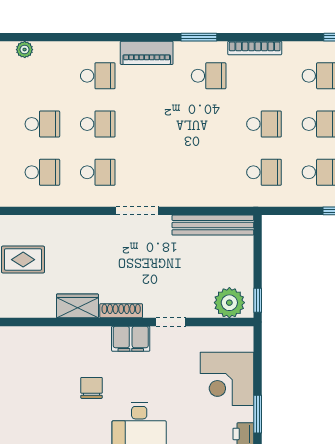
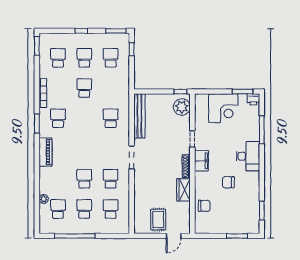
plant: (25, 50) -> (44, 199), moved
school desk: (98, 76) -> (58, 209), moved
school desk: (264, 172) -> (111, 118), moved
chair: (48, 344) -> (204, 206), added

